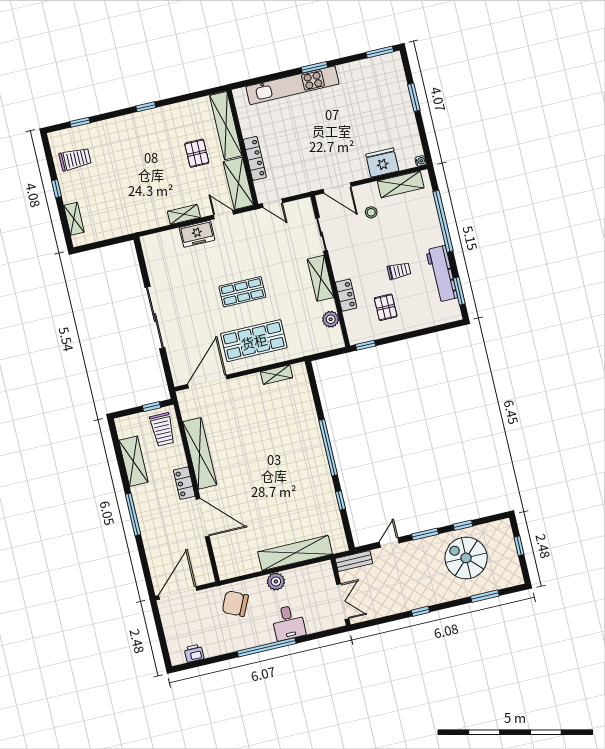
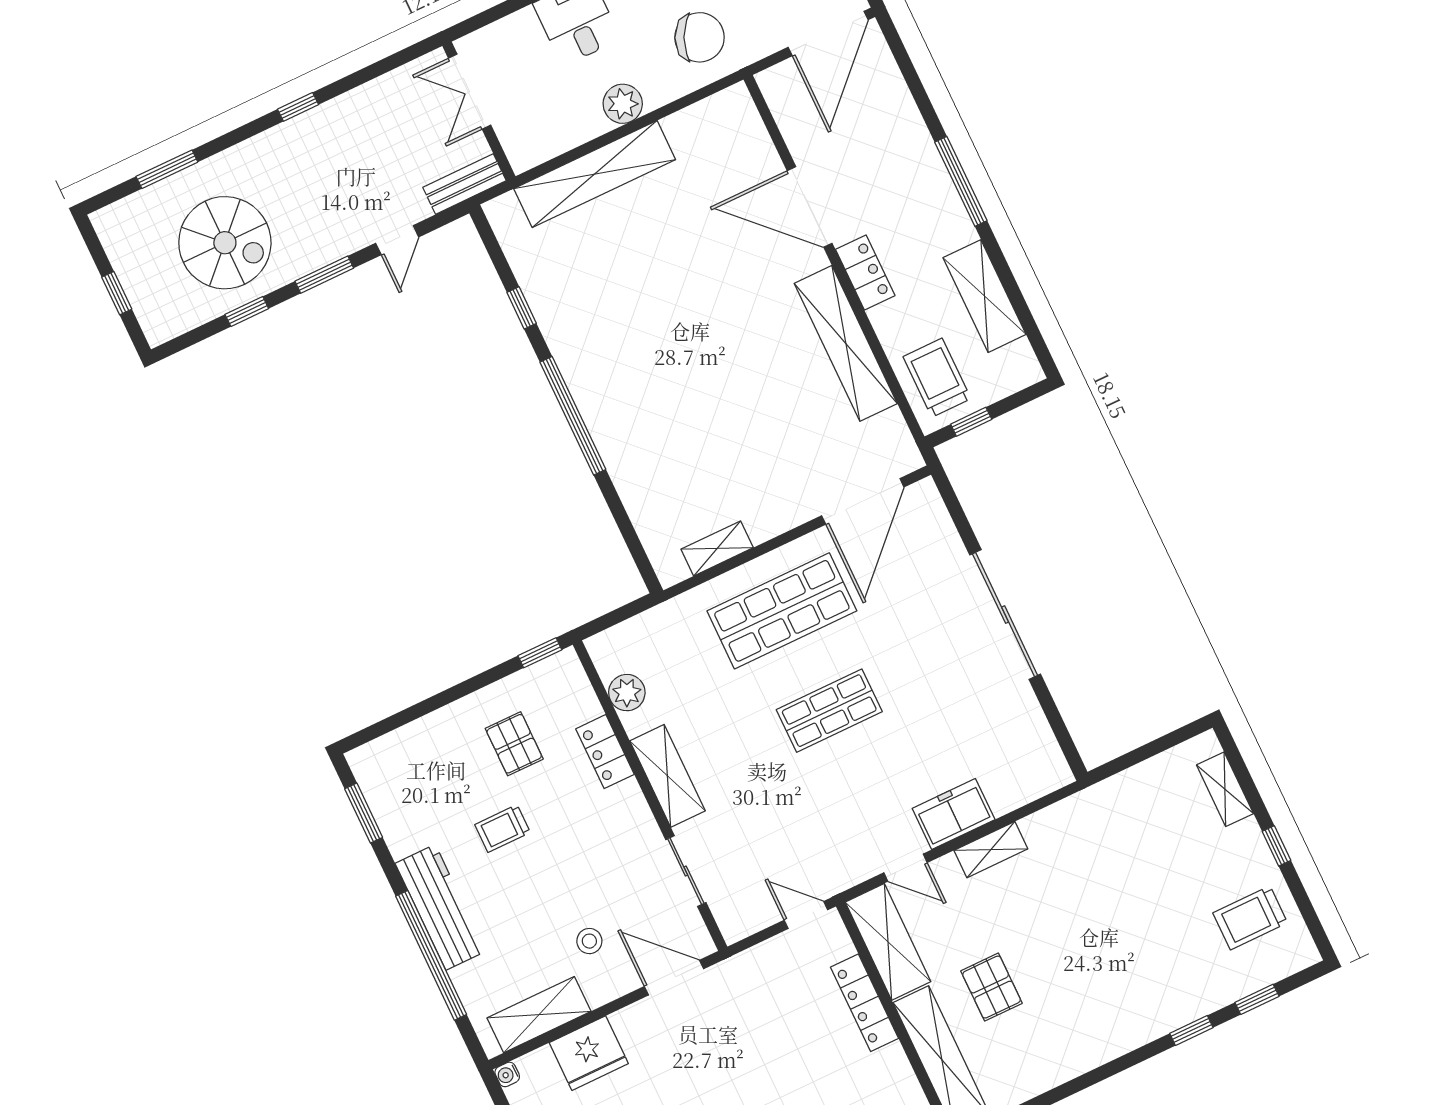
window: (146, 107) -> (1191, 1030), moved
workbench: (442, 274) -> (441, 907), moved

